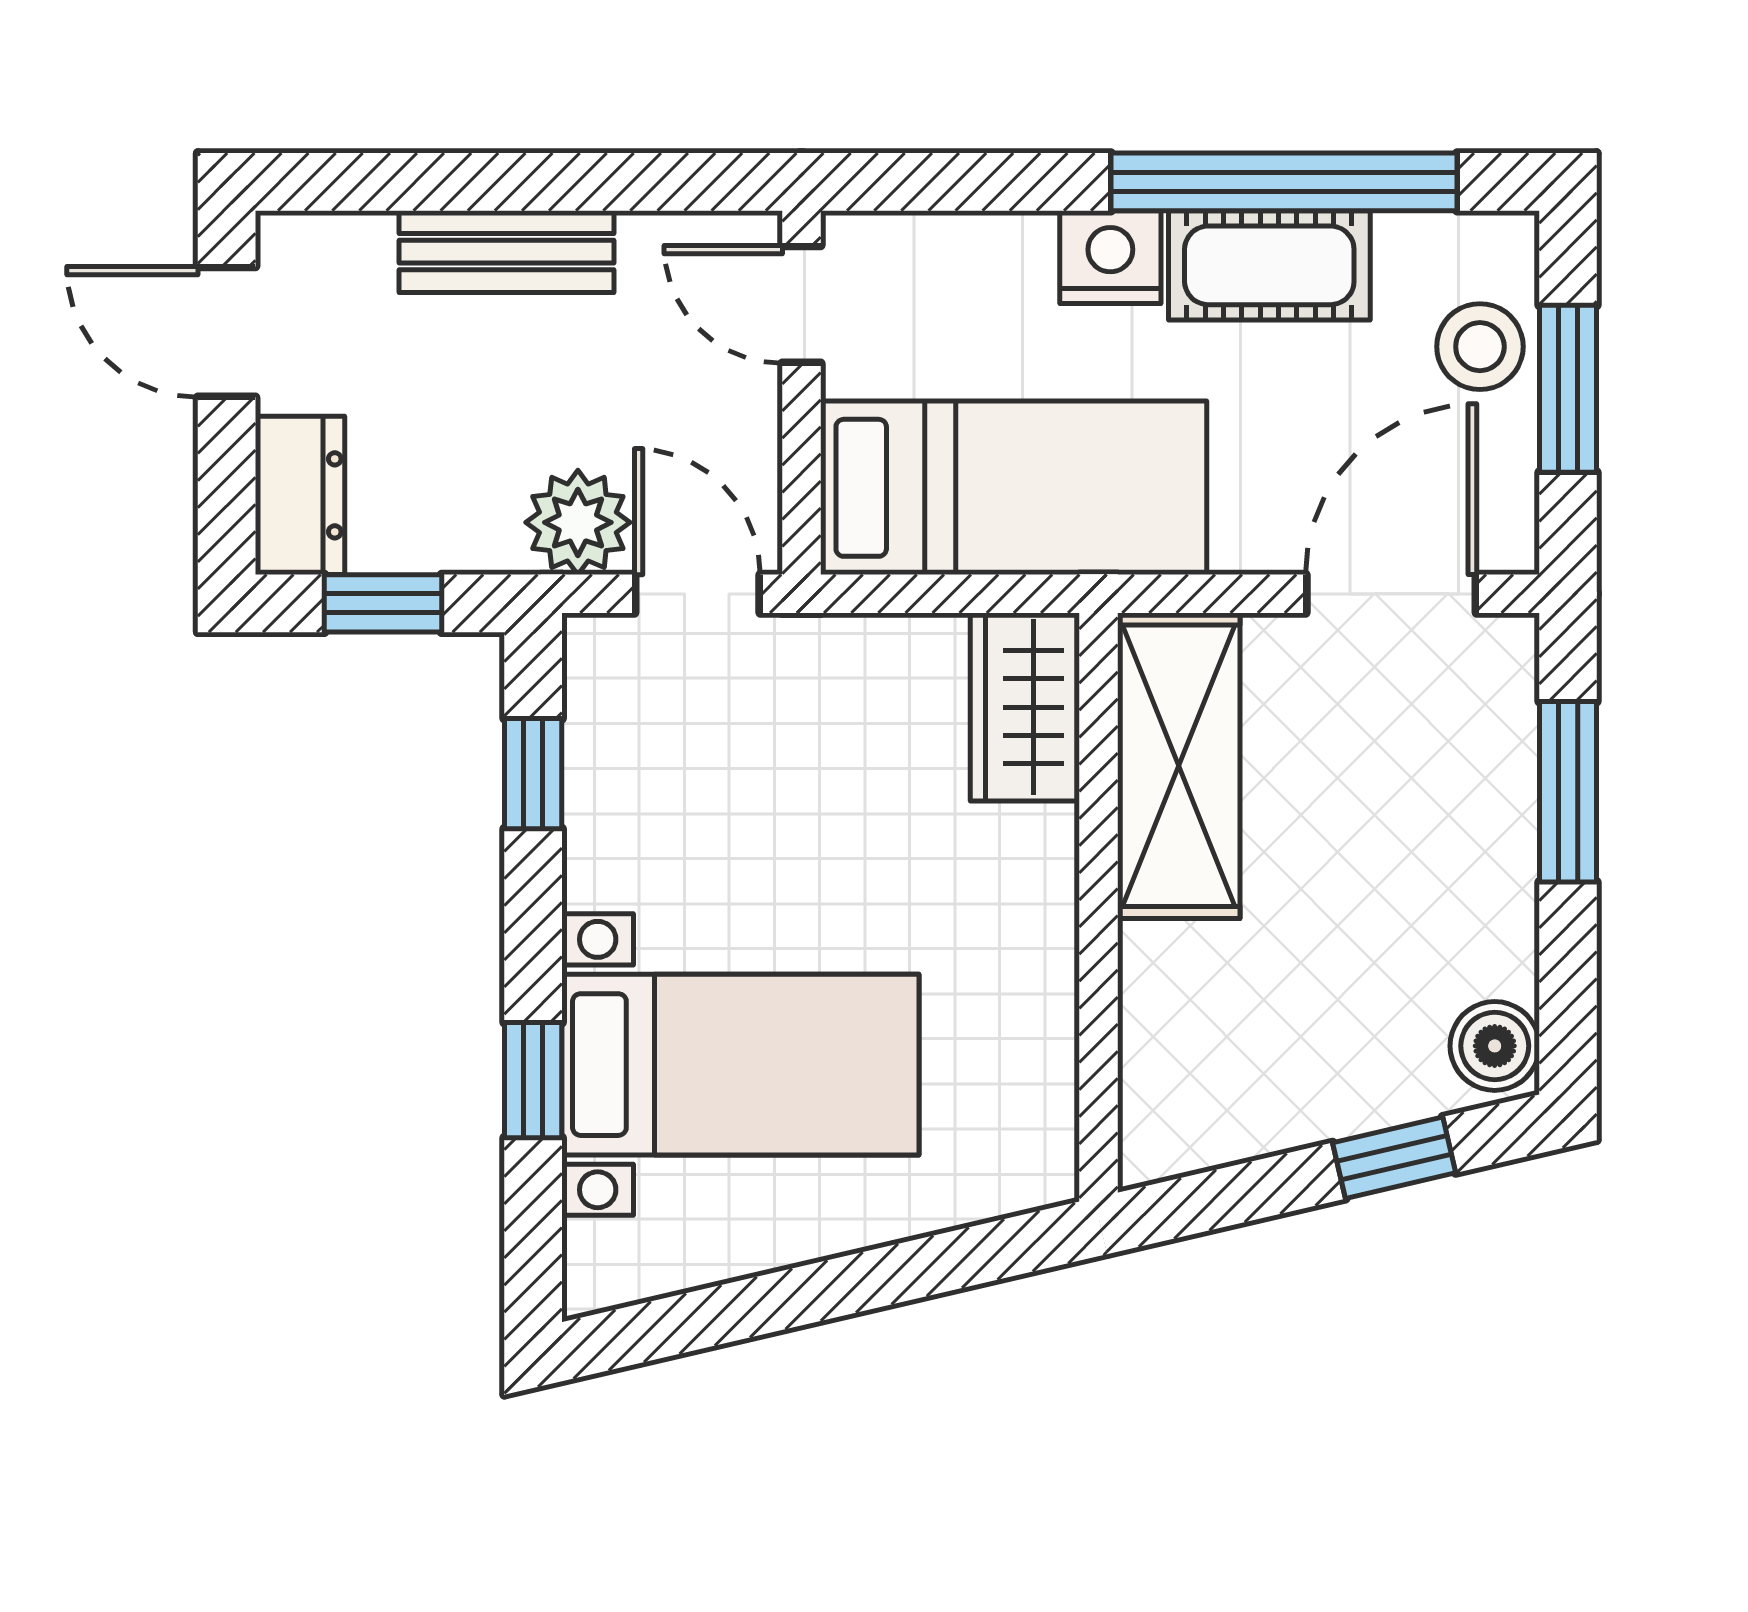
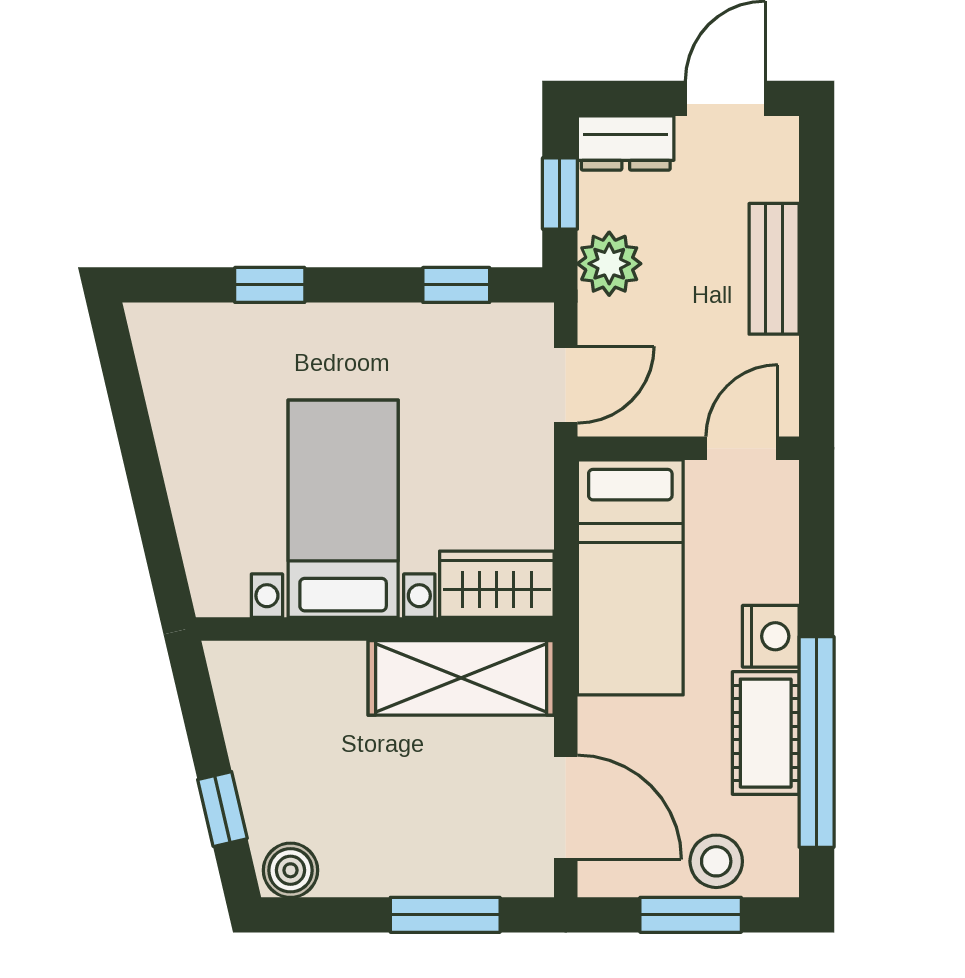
plant: (578, 522) -> (609, 264), moved
bed with nightstands: (740, 1065) -> (343, 509), moved, turned 180

